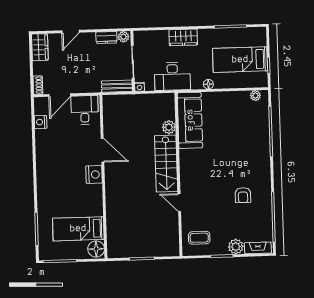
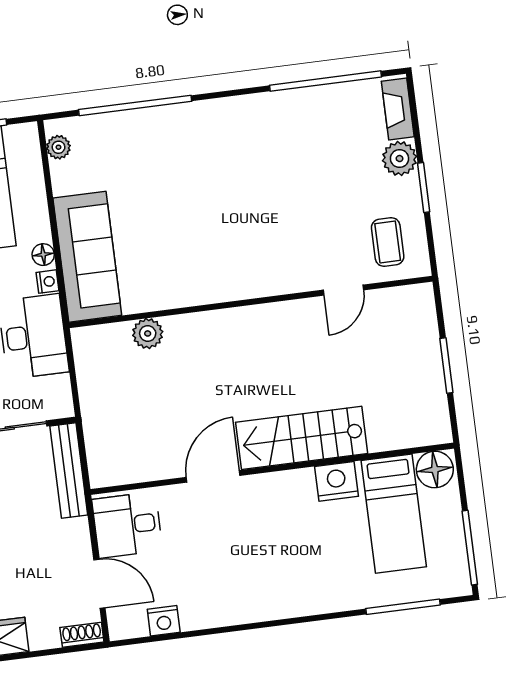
bench: (117, 86) -> (69, 470), width x1.36
nightstand: (140, 87) -> (48, 282), moved
sofa: (190, 120) -> (87, 257), moved, turned 90
stairs: (166, 164) -> (302, 438), moved, turned 180
nightstand: (94, 175) -> (336, 481), moved
armchair: (243, 195) -> (283, 154), removed
door: (179, 203) -> (343, 290), moved

